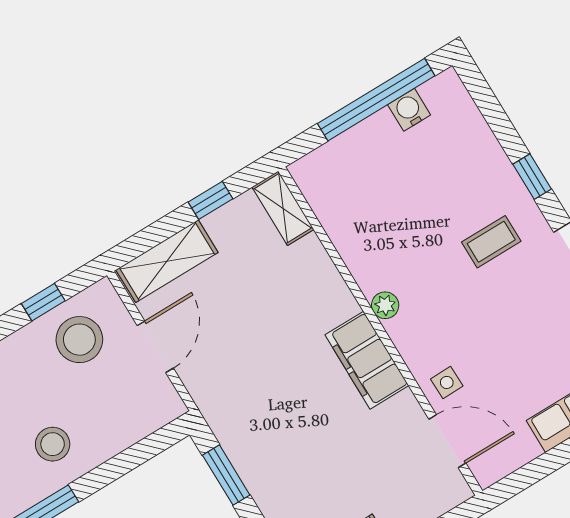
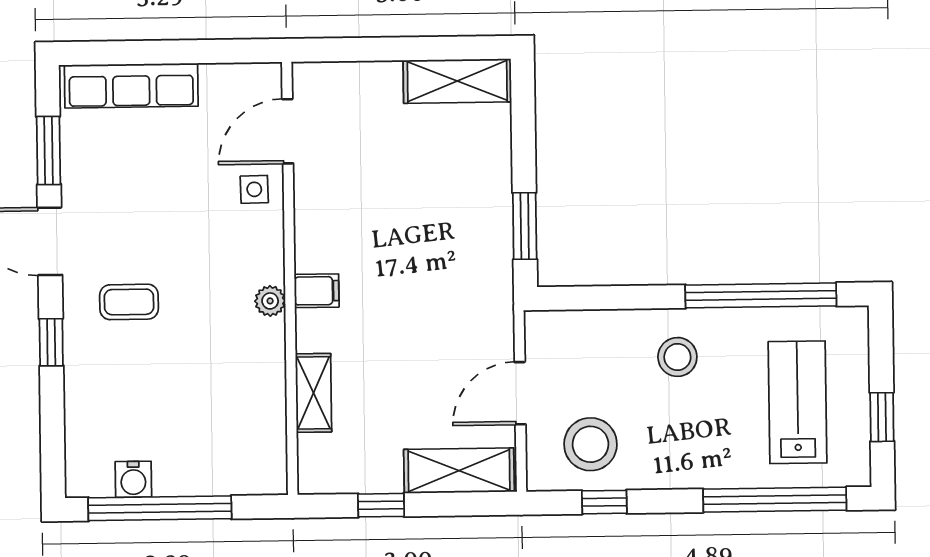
shelving: (283, 208) -> (314, 393), moved
filing cabinet: (367, 360) -> (317, 291), width x0.33, depth x0.86
door: (447, 441) -> (288, 131), hinge flipped

